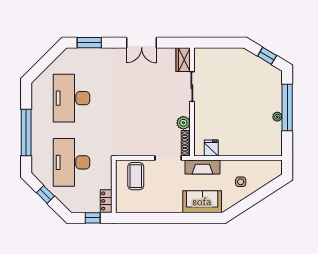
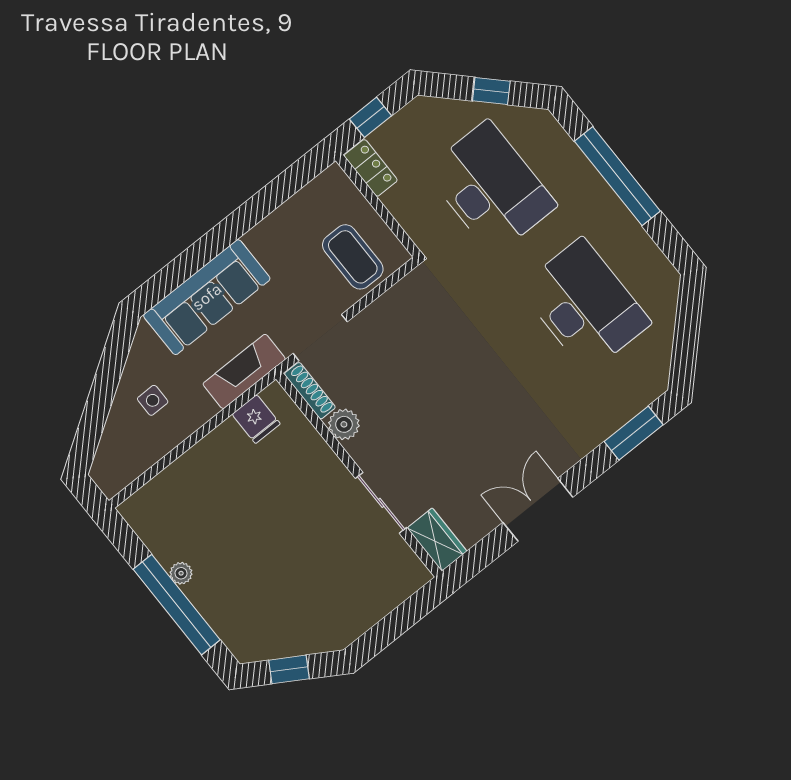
sofa: (202, 202) -> (207, 297), width x1.36

